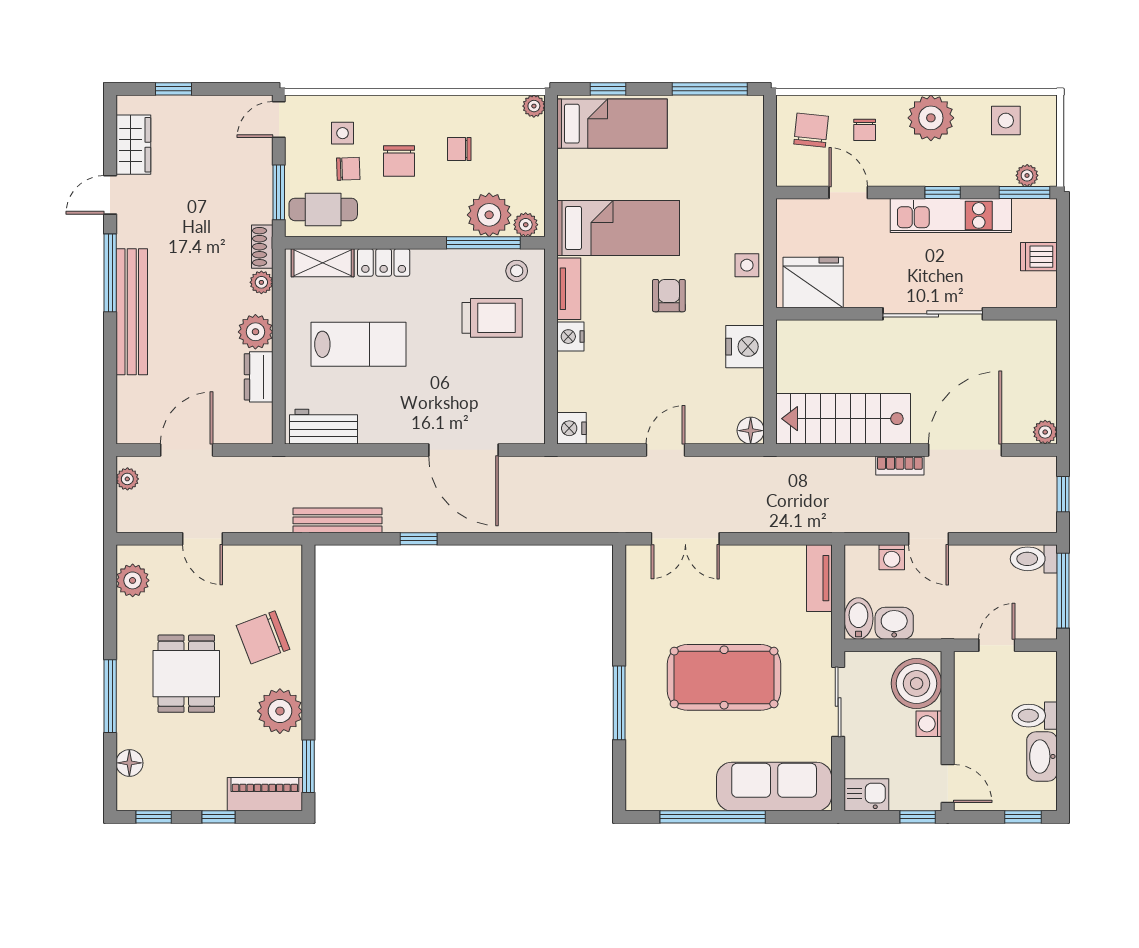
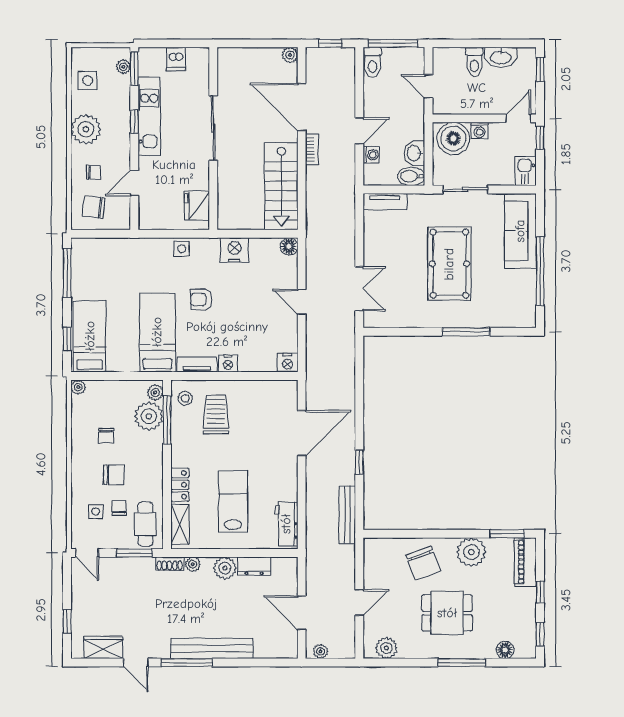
fridge: (813, 282) -> (197, 206), width x0.73, depth x0.75

